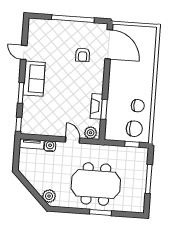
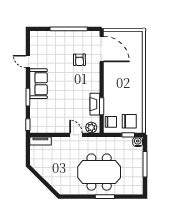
chair: (138, 106) -> (111, 122), moved
water cooler: (50, 146) -> (138, 142), moved
plant: (49, 196) -> (59, 186), removed

